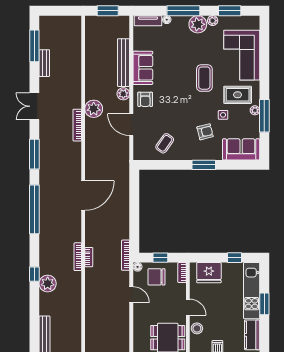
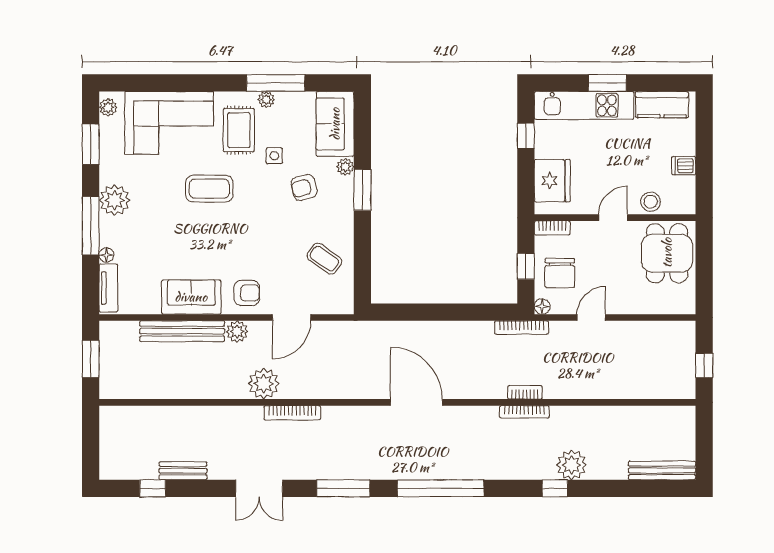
plant: (213, 21) -> (108, 107), moved
window: (34, 46) -> (153, 488), width x0.46
armchair: (205, 132) -> (304, 187), turned -91
plant: (217, 155) -> (345, 167), added

